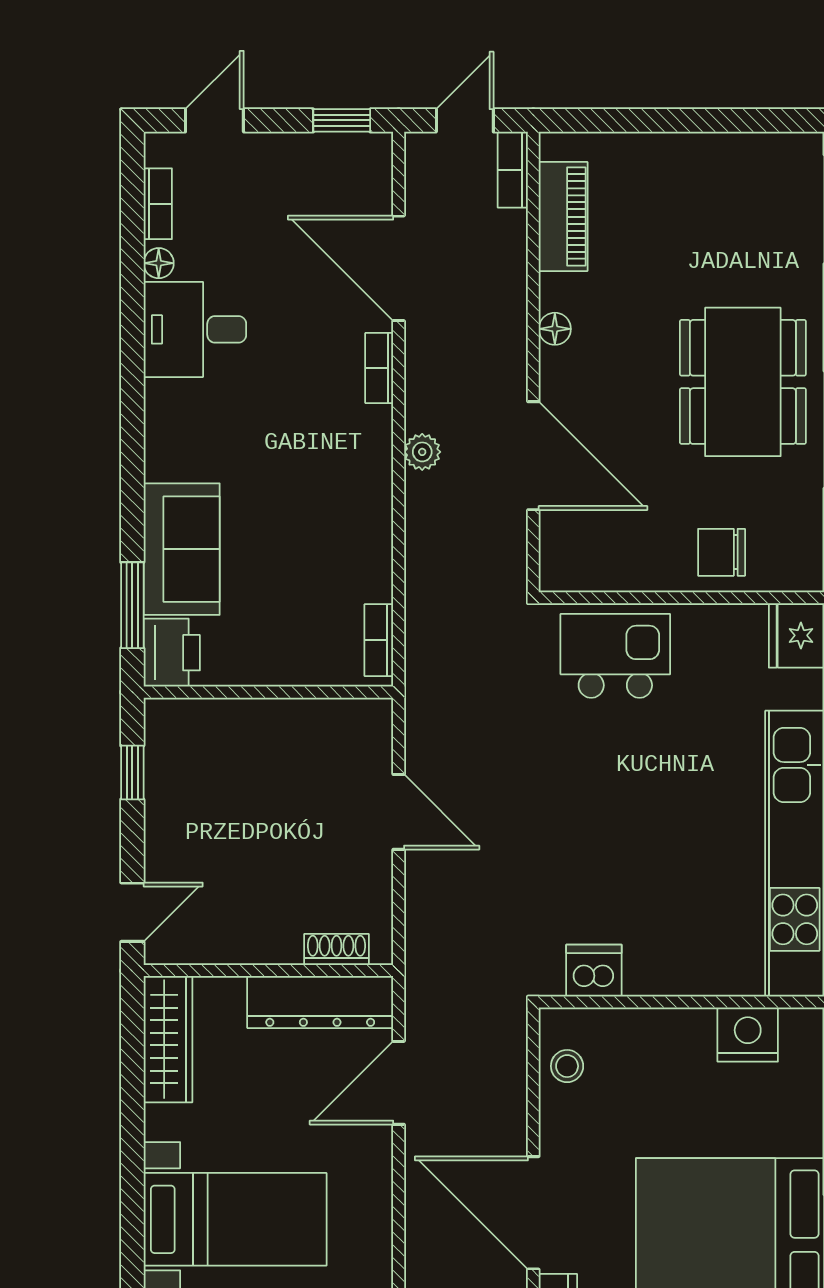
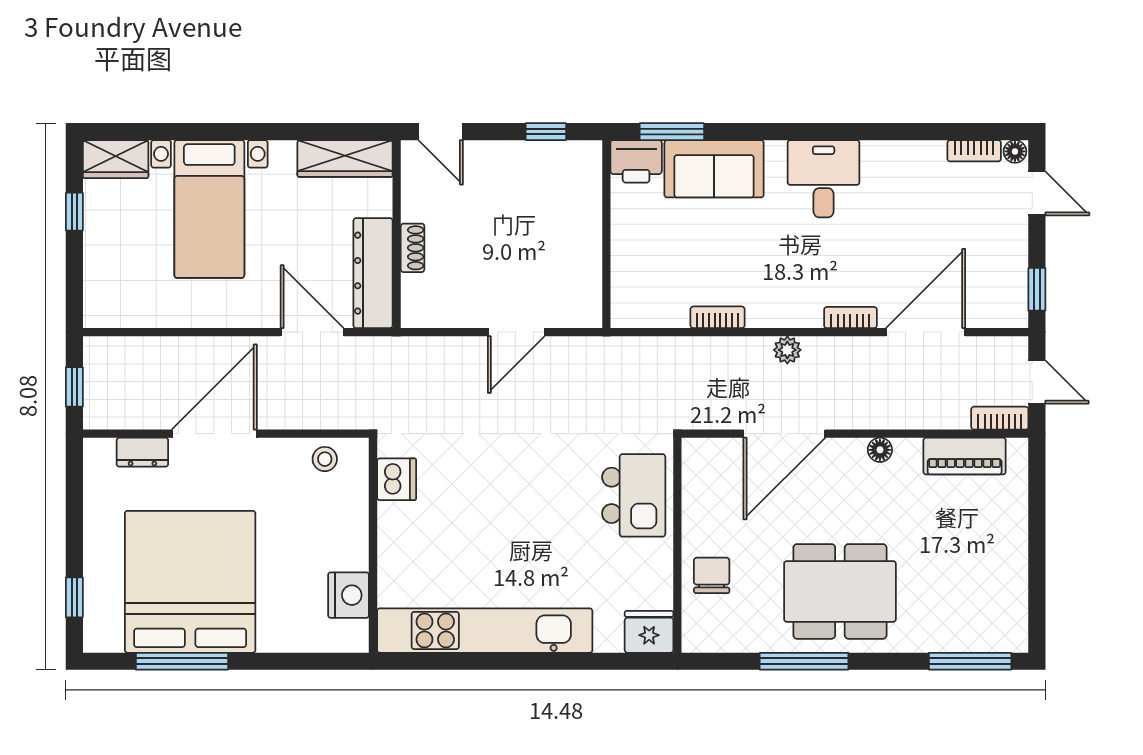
floor lamp: (159, 263) -> (1015, 151), moved
desk: (195, 329) -> (824, 179), moved
bookcase: (379, 640) -> (718, 317), moved
shoe rack: (337, 949) -> (413, 248), moved

